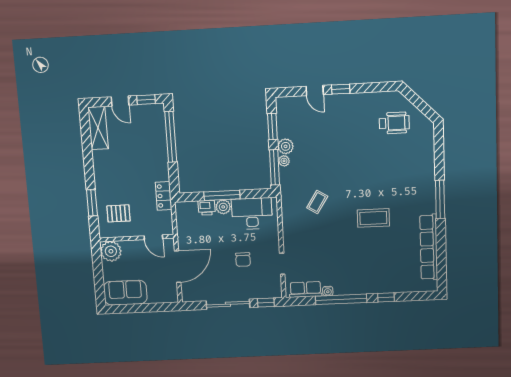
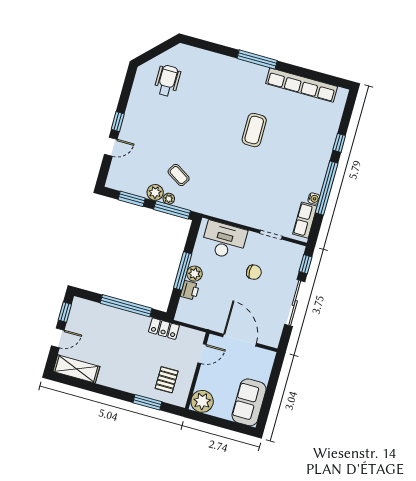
window: (171, 137) -> (126, 306), moved
coffee table: (317, 202) -> (179, 175), moved
desk: (252, 214) -> (224, 240), moved, turned 90

